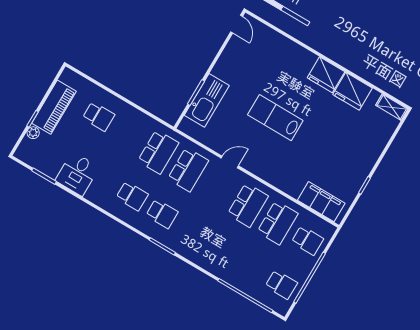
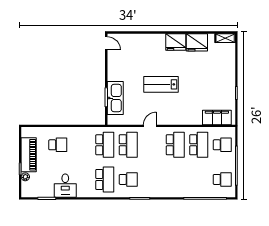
school desk: (132, 196) -> (105, 179), width x1.85

